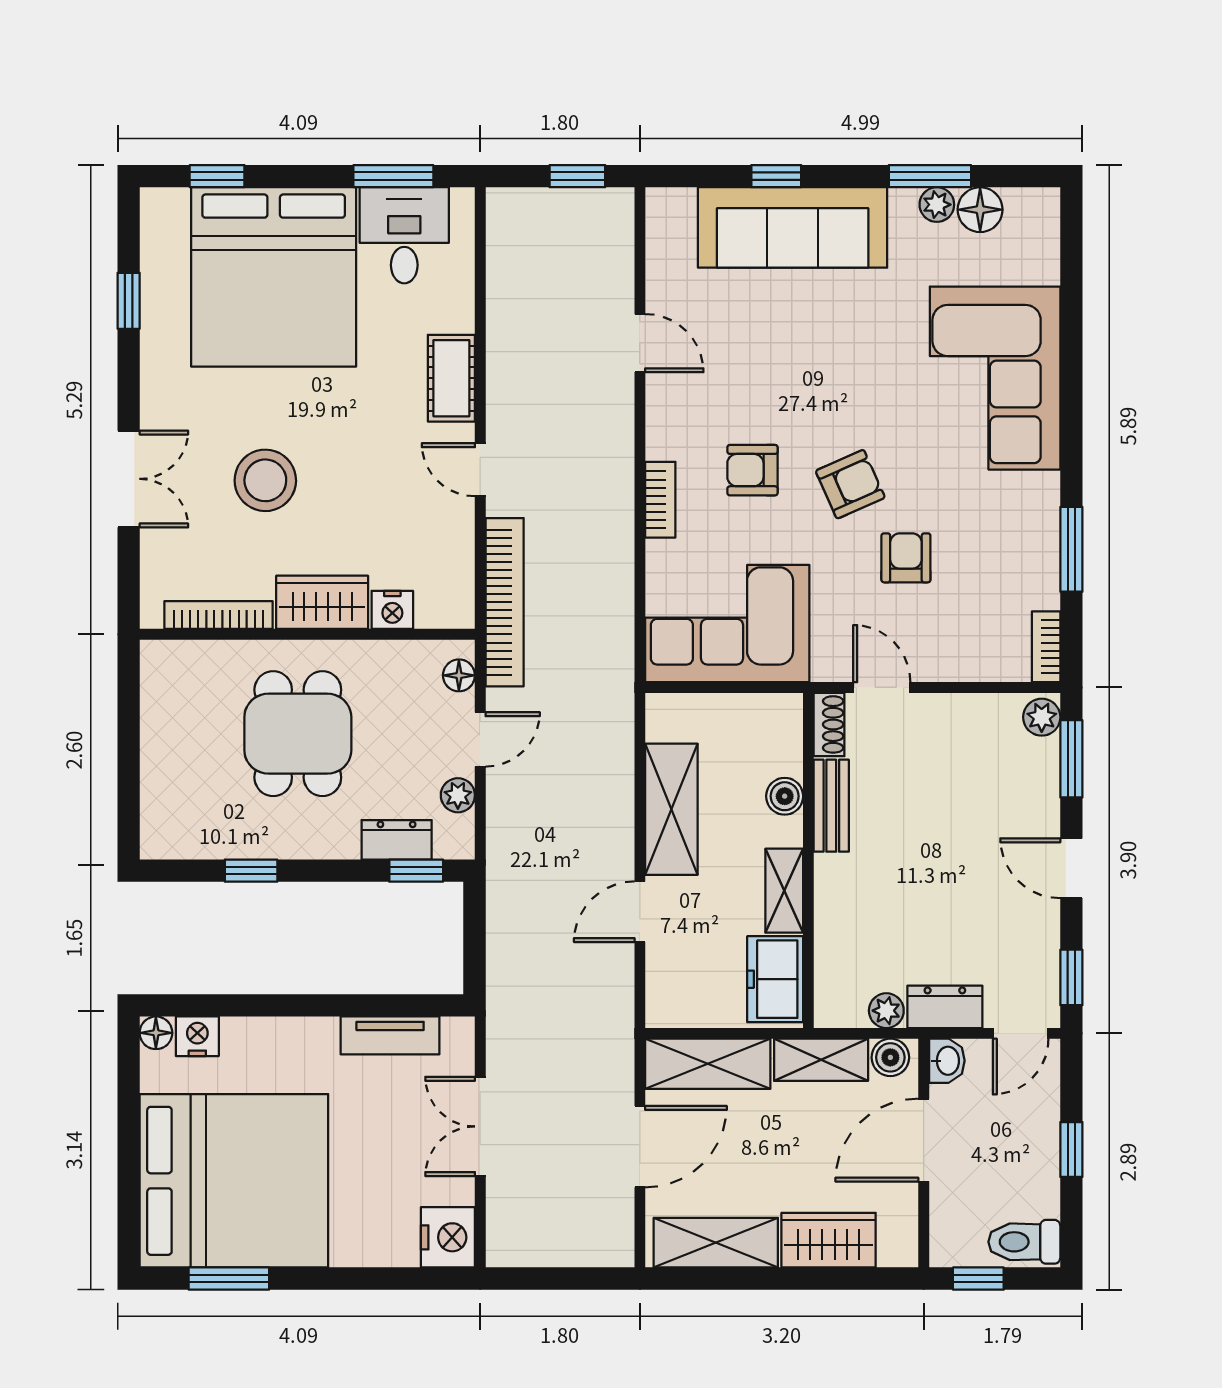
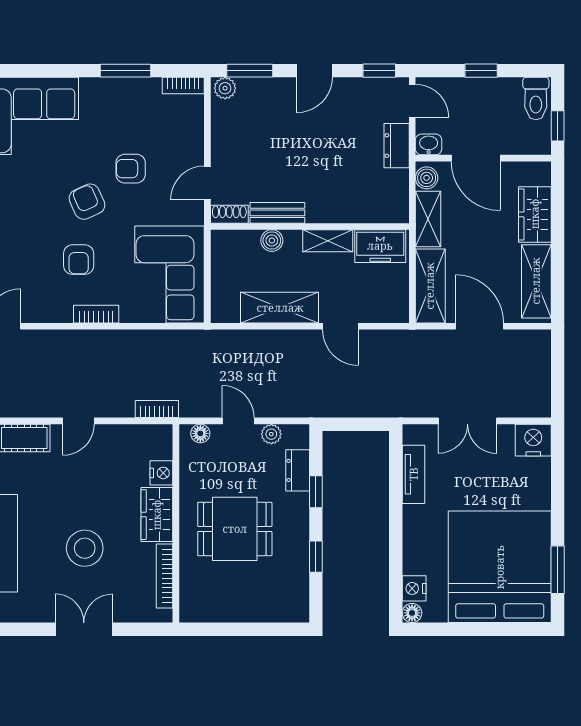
bookcase: (505, 602) -> (157, 409), width x0.43, depth x0.76
window: (416, 871) -> (316, 492), moved
plant: (886, 1011) -> (399, 180), removed

